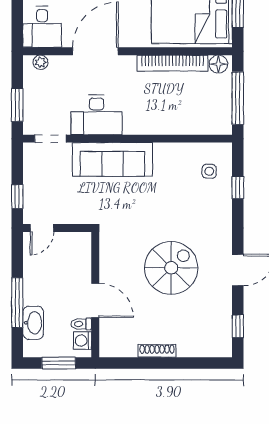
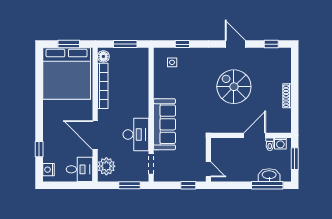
plant: (41, 62) -> (106, 166), width x1.87, depth x1.87
window: (238, 98) -> (125, 44), width x0.69
window: (17, 303) -> (267, 185), moved

